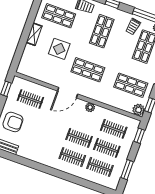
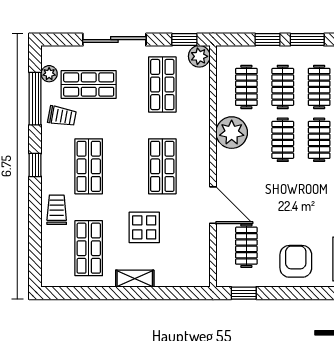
shop shelf: (102, 31) -> (89, 166), turned 90
door: (68, 93) -> (213, 205), moved
plant: (90, 107) -> (232, 133), width x1.87, depth x1.87
window: (139, 136) -> (267, 40), moved

